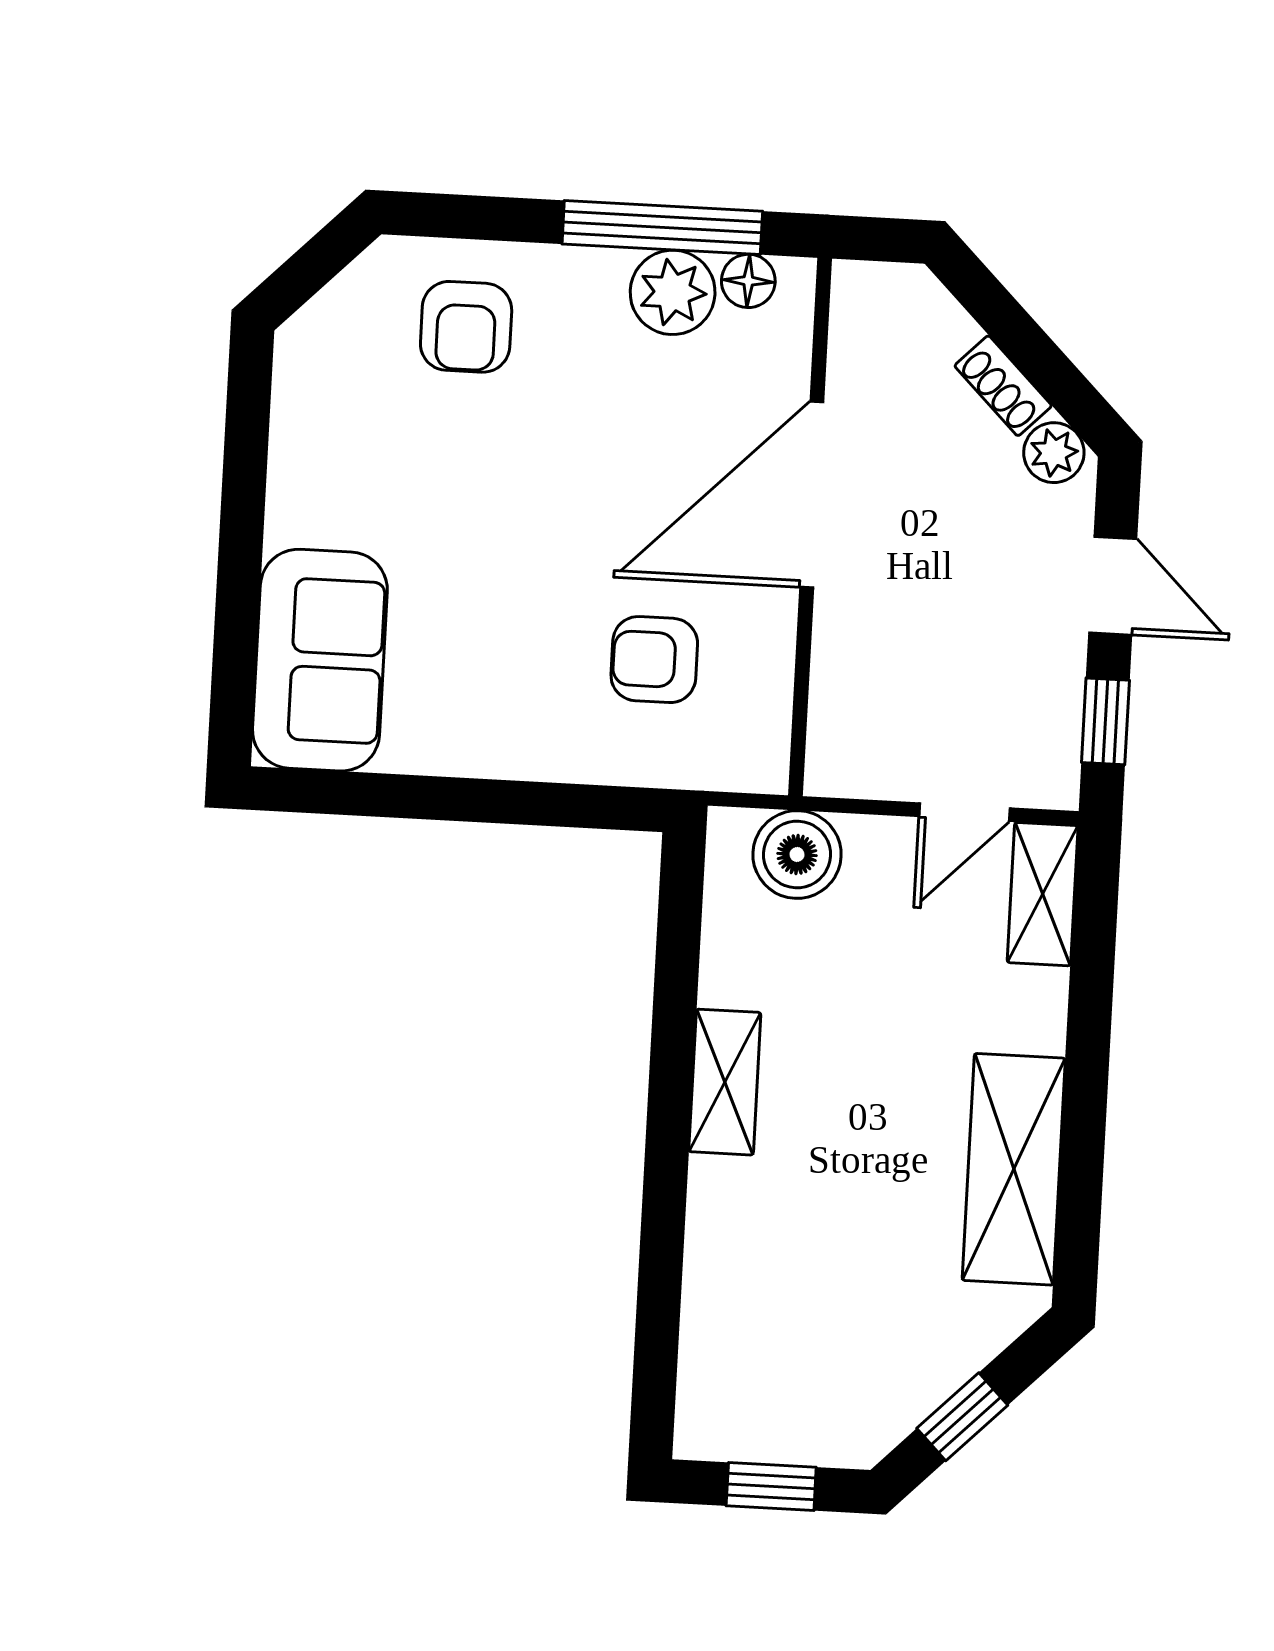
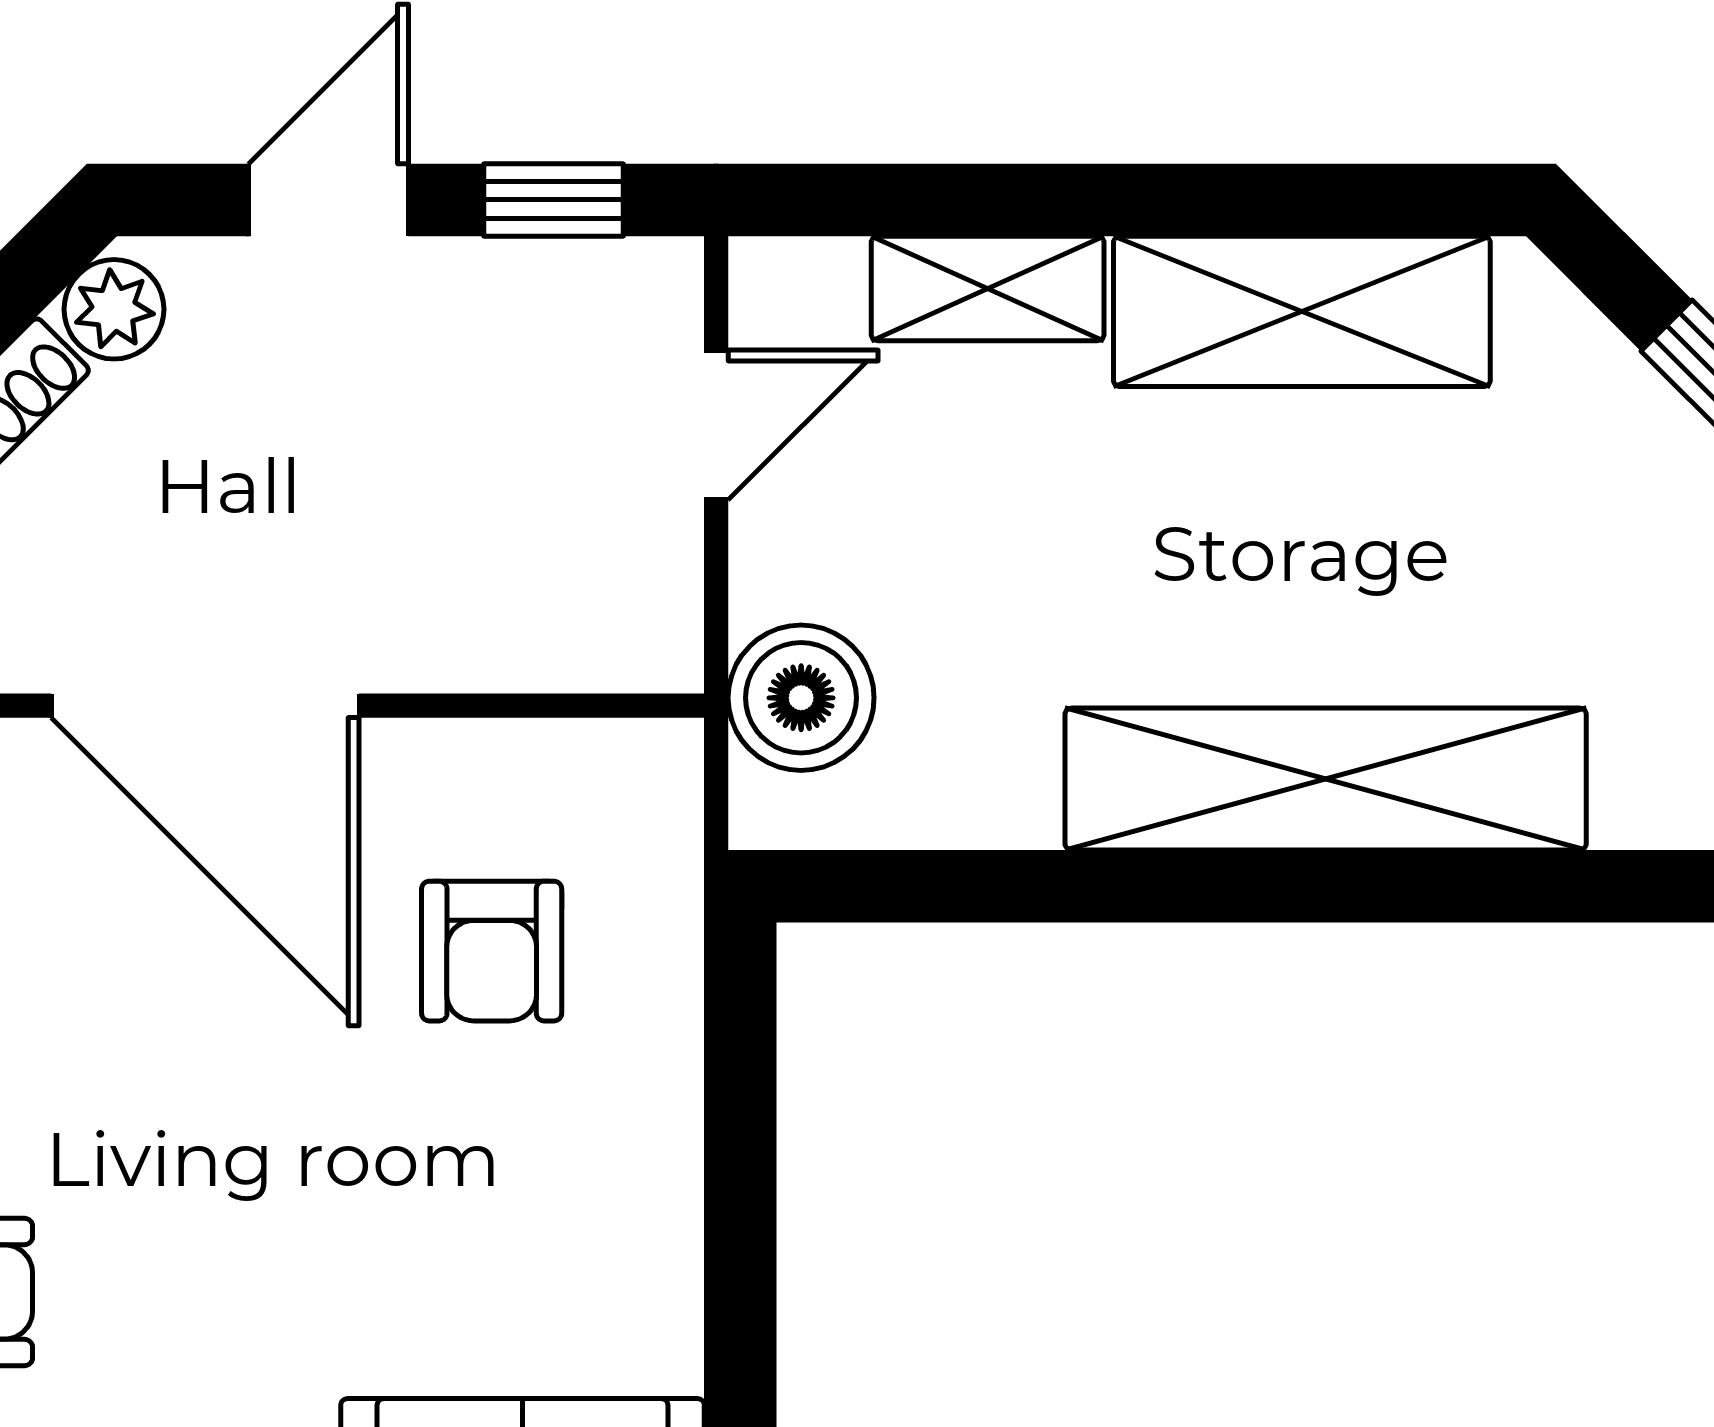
door: (964, 812) -> (716, 425), hinge flipped
shelving: (1043, 894) -> (988, 288), moved
shelving: (725, 1082) -> (1326, 779), width x2.20, depth x1.33

